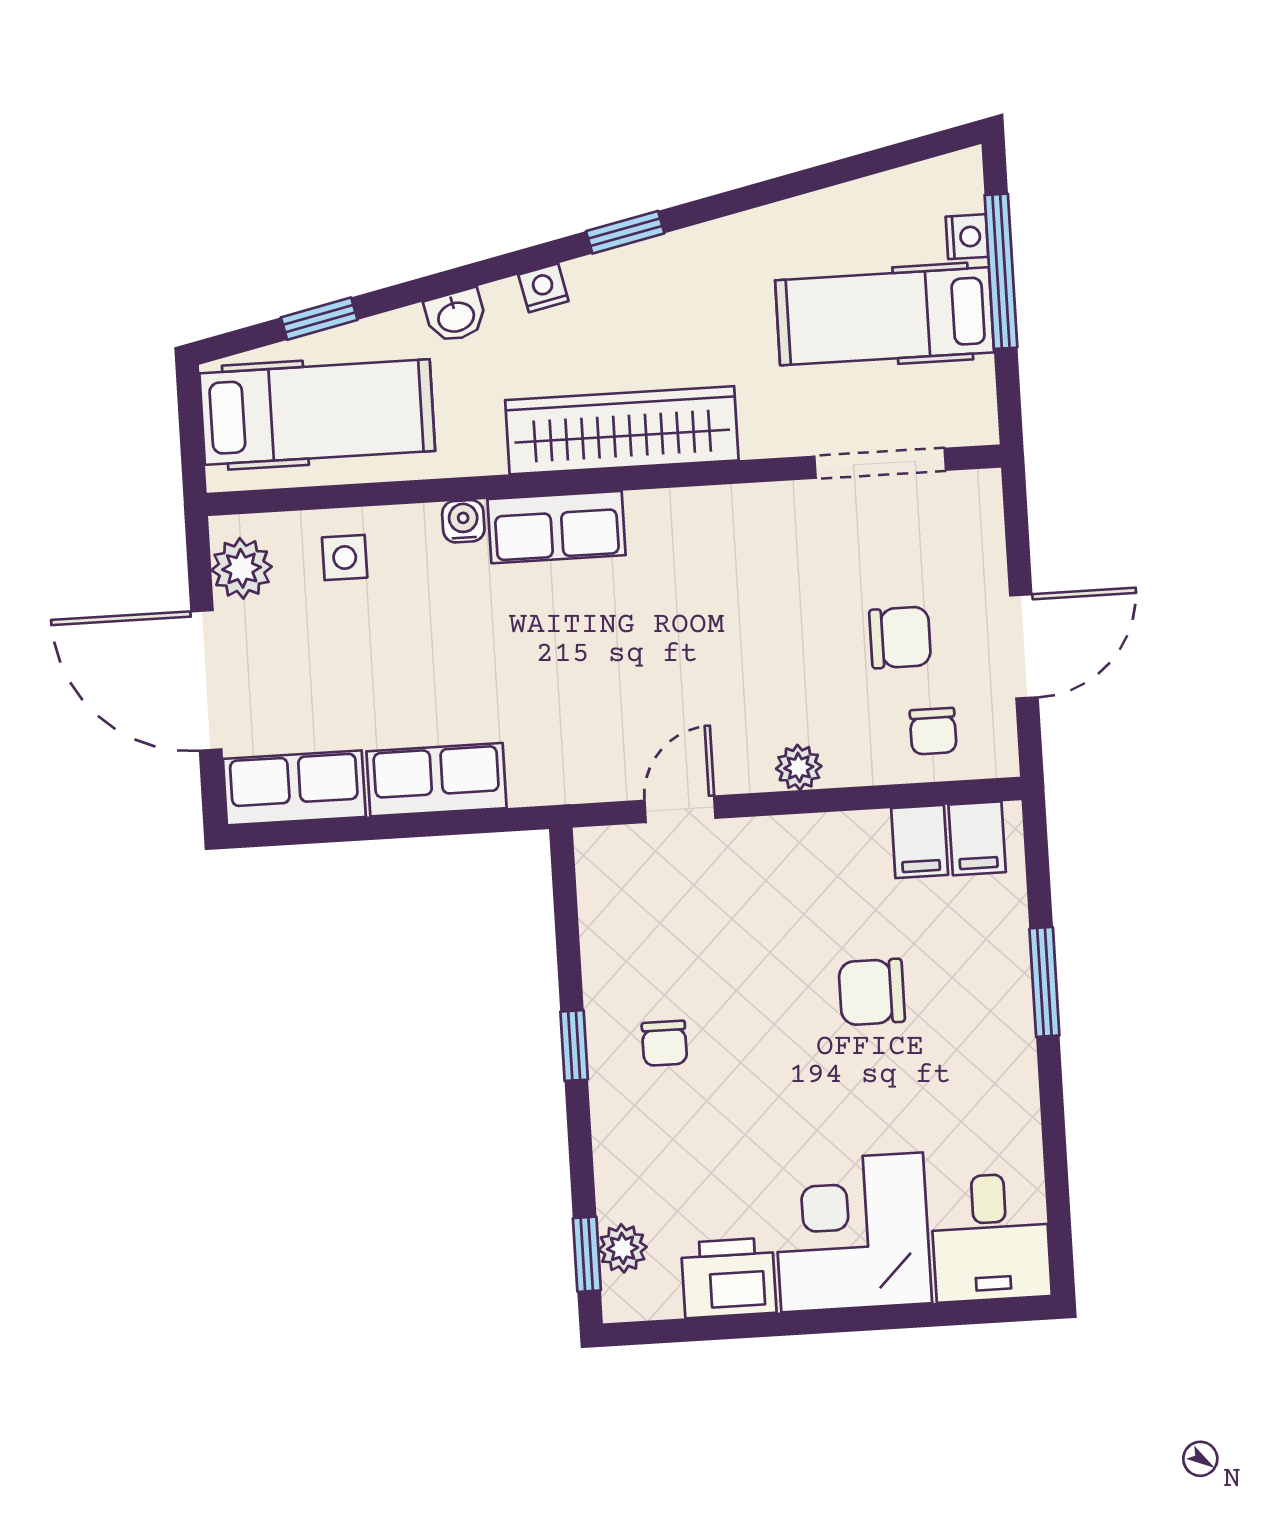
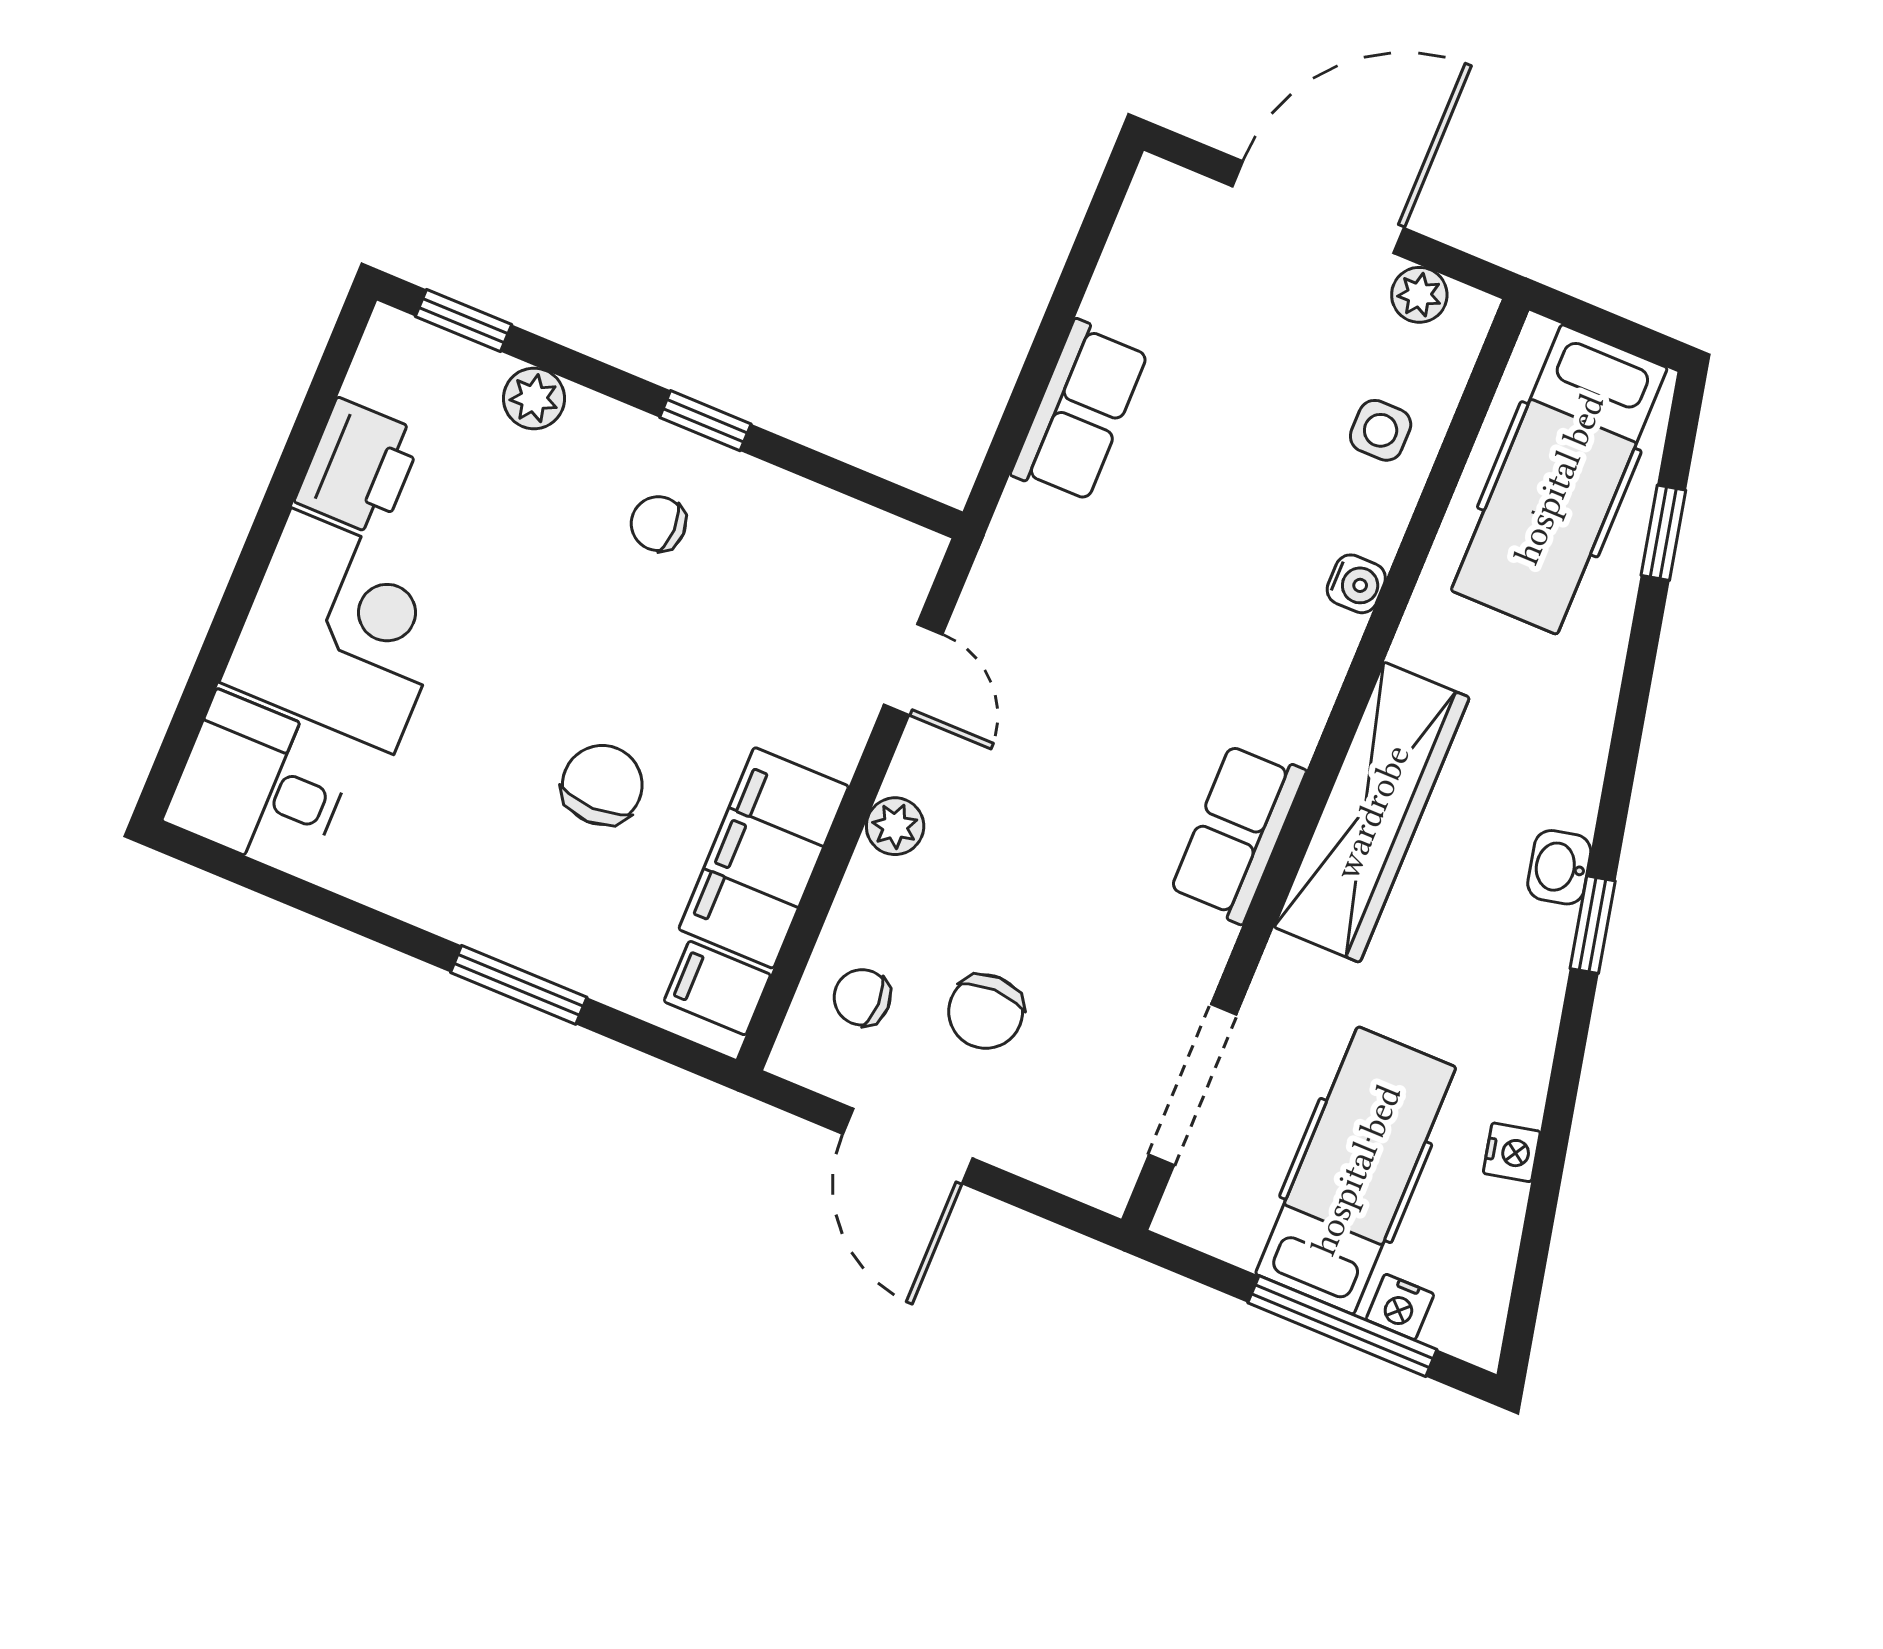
nightstand: (543, 288) -> (1512, 1152), moved
washbasin: (456, 316) -> (1559, 867), moved
row of seats: (557, 527) -> (1238, 833), moved
plant: (242, 568) -> (1419, 295), width x0.73, depth x0.73
row of seats: (294, 788) -> (1149, 247), removed
filing cabinet: (920, 842) -> (764, 858), width x3.00, depth x1.17
plant: (623, 1248) -> (534, 398), moved

